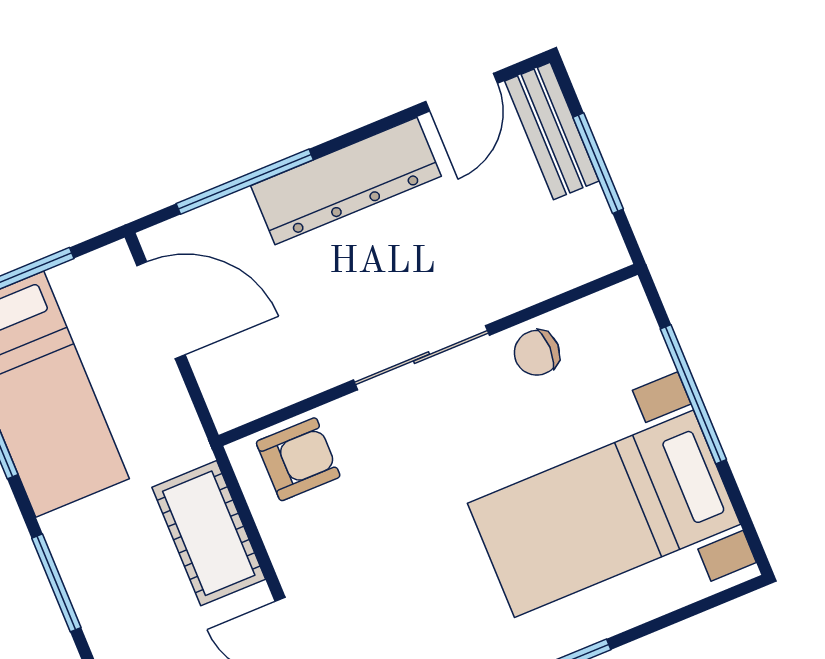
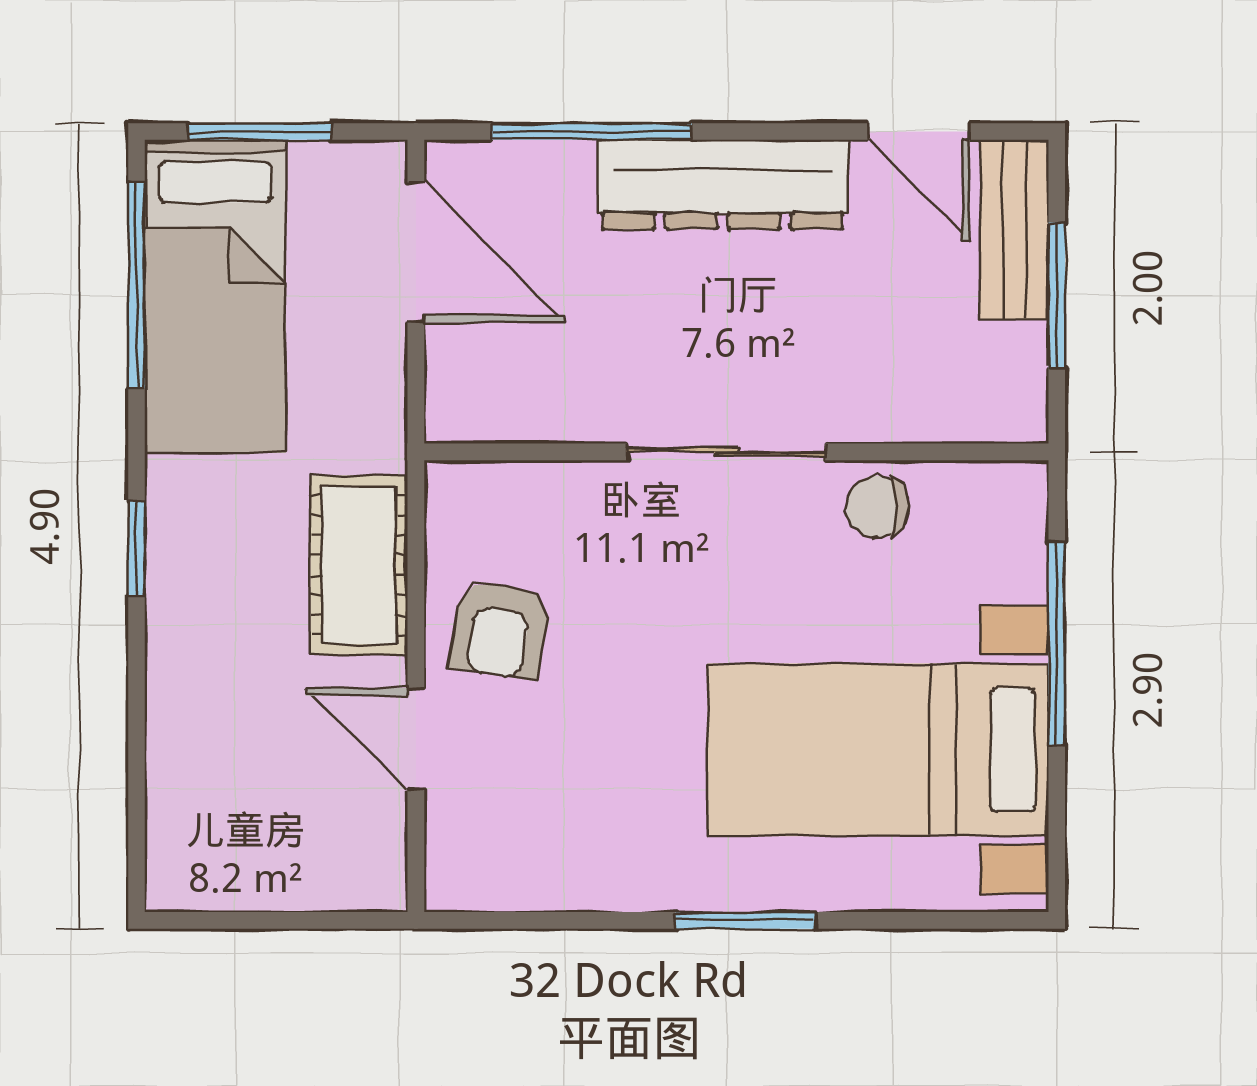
door: (462, 92) -> (918, 132), hinge flipped
armchair: (298, 459) -> (500, 630), moved, turned 99
window: (56, 583) -> (137, 548), width x0.67

